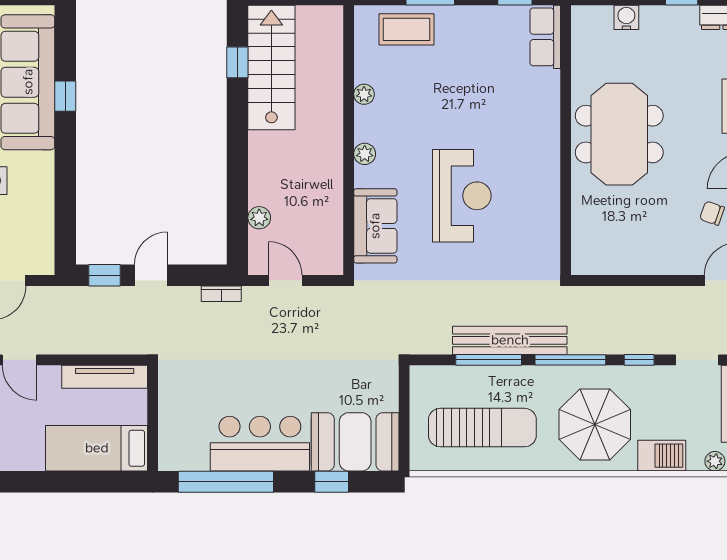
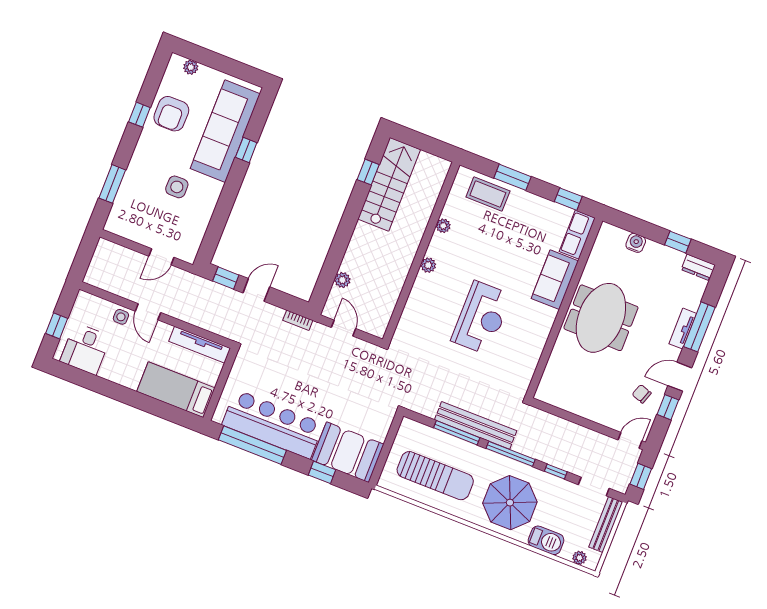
sofa: (375, 226) -> (555, 280), moved, turned 180
bar counter: (260, 444) -> (273, 424), width x1.36

